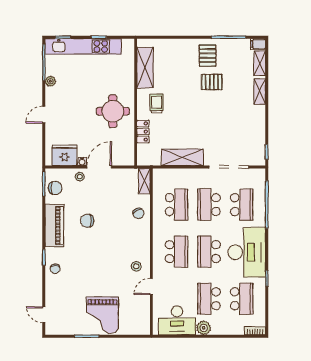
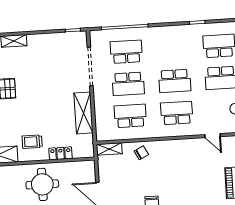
desk: (247, 252) -> (173, 44), removed
stool: (136, 266) -> (194, 152), removed

